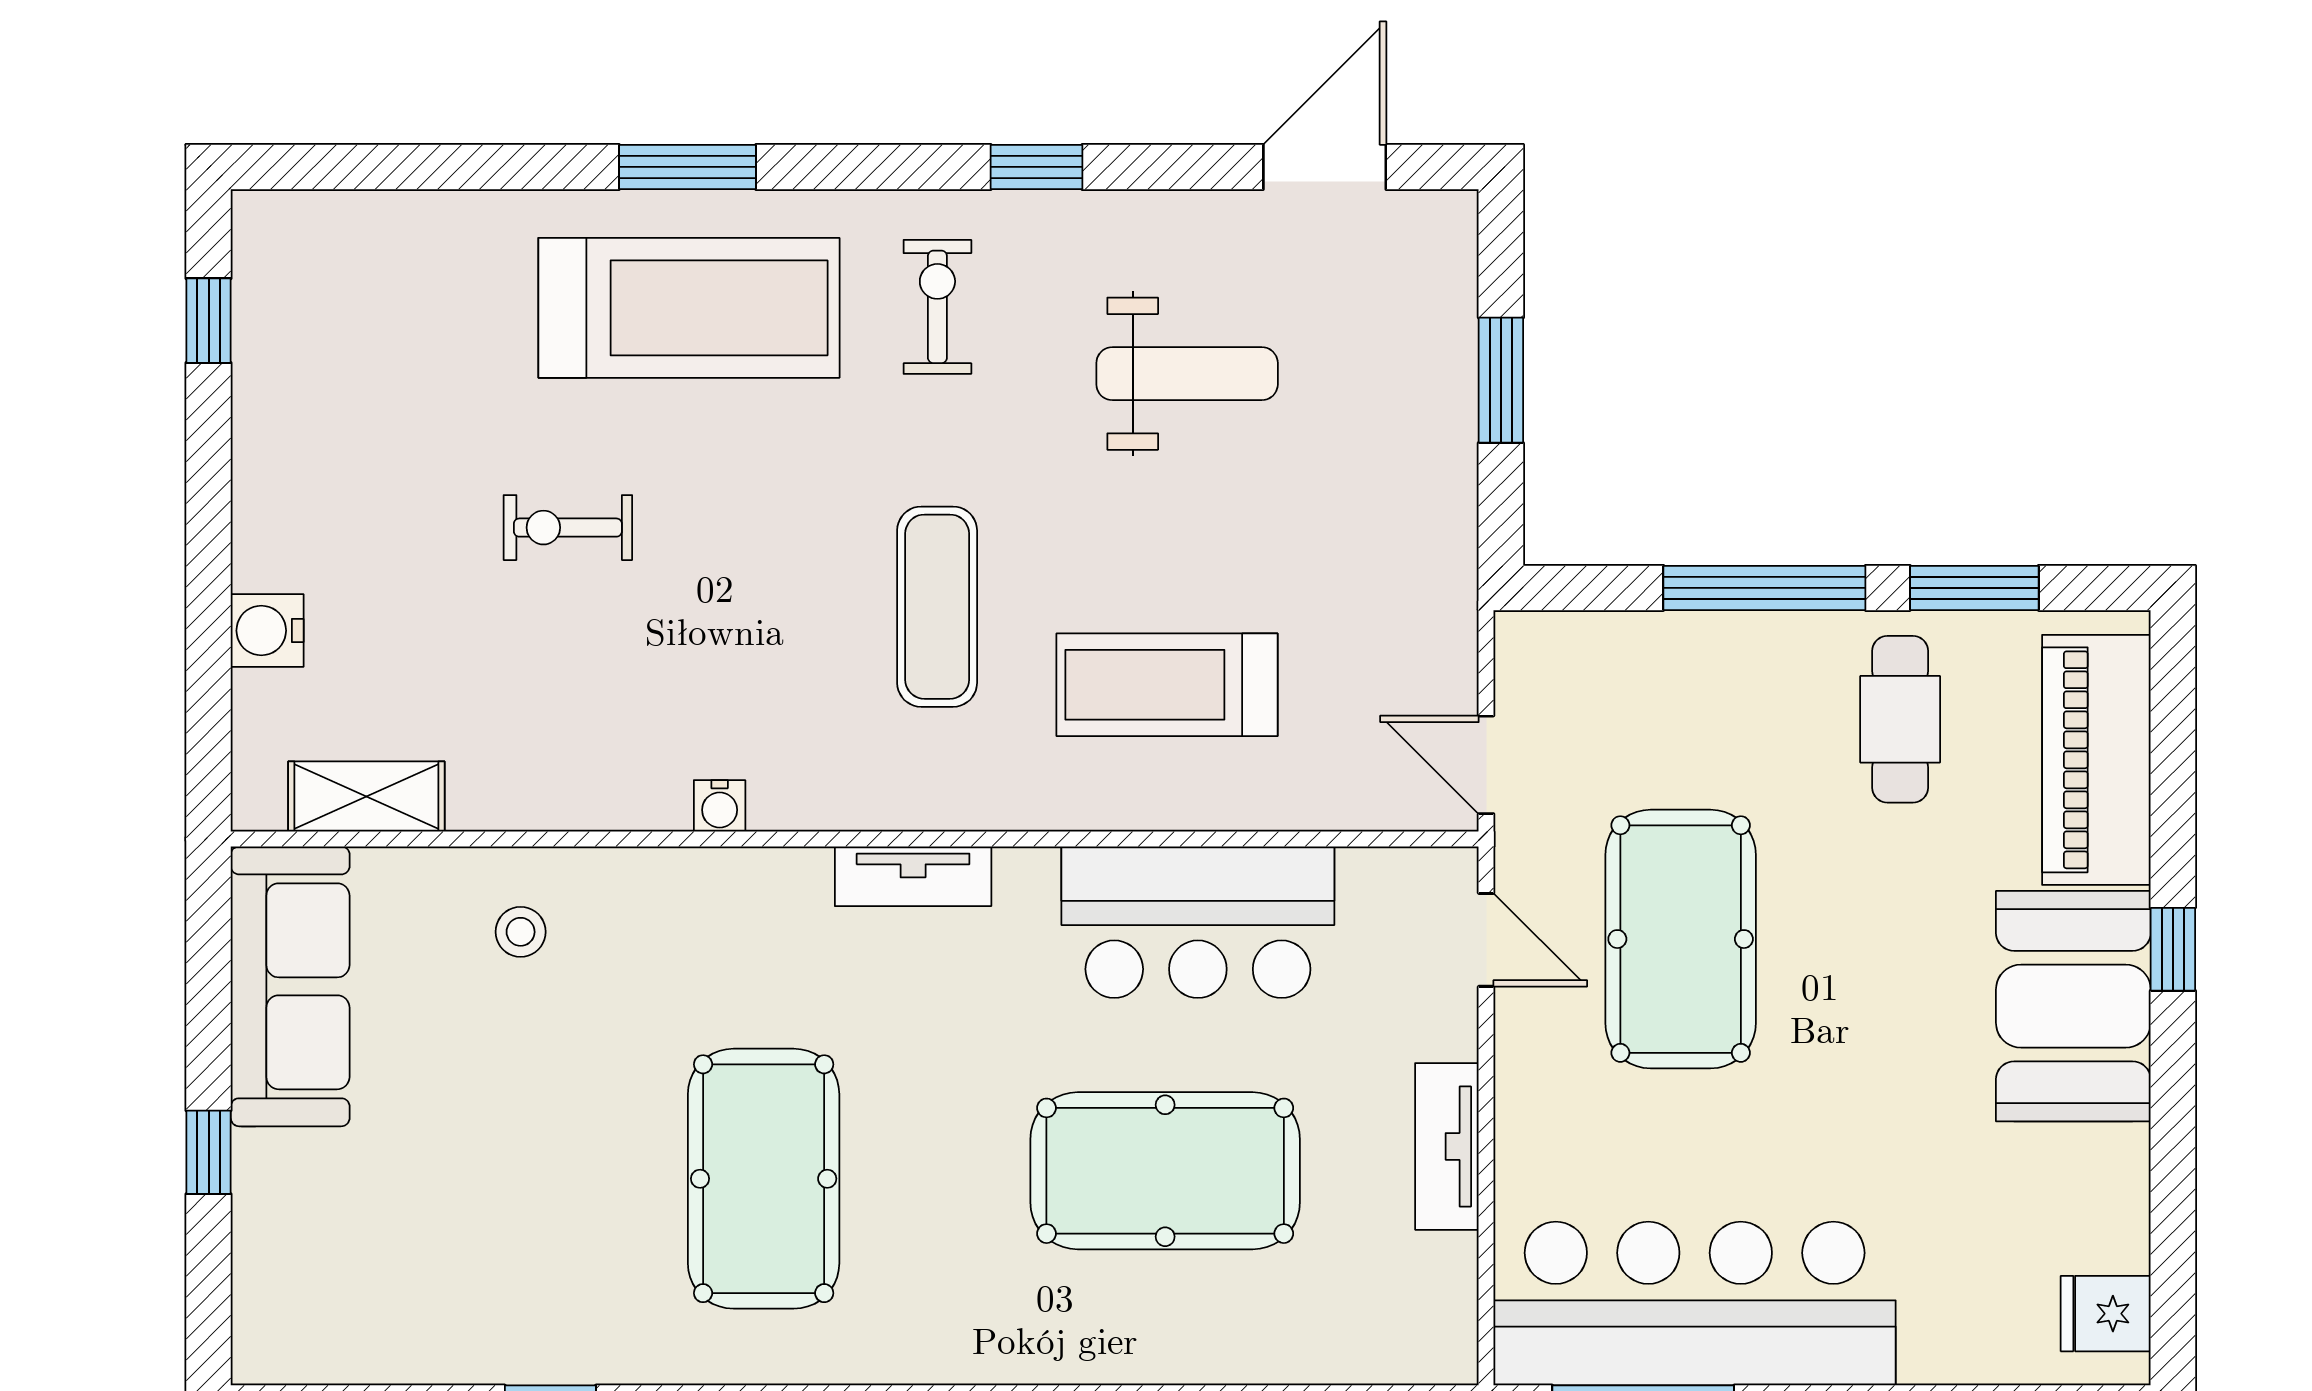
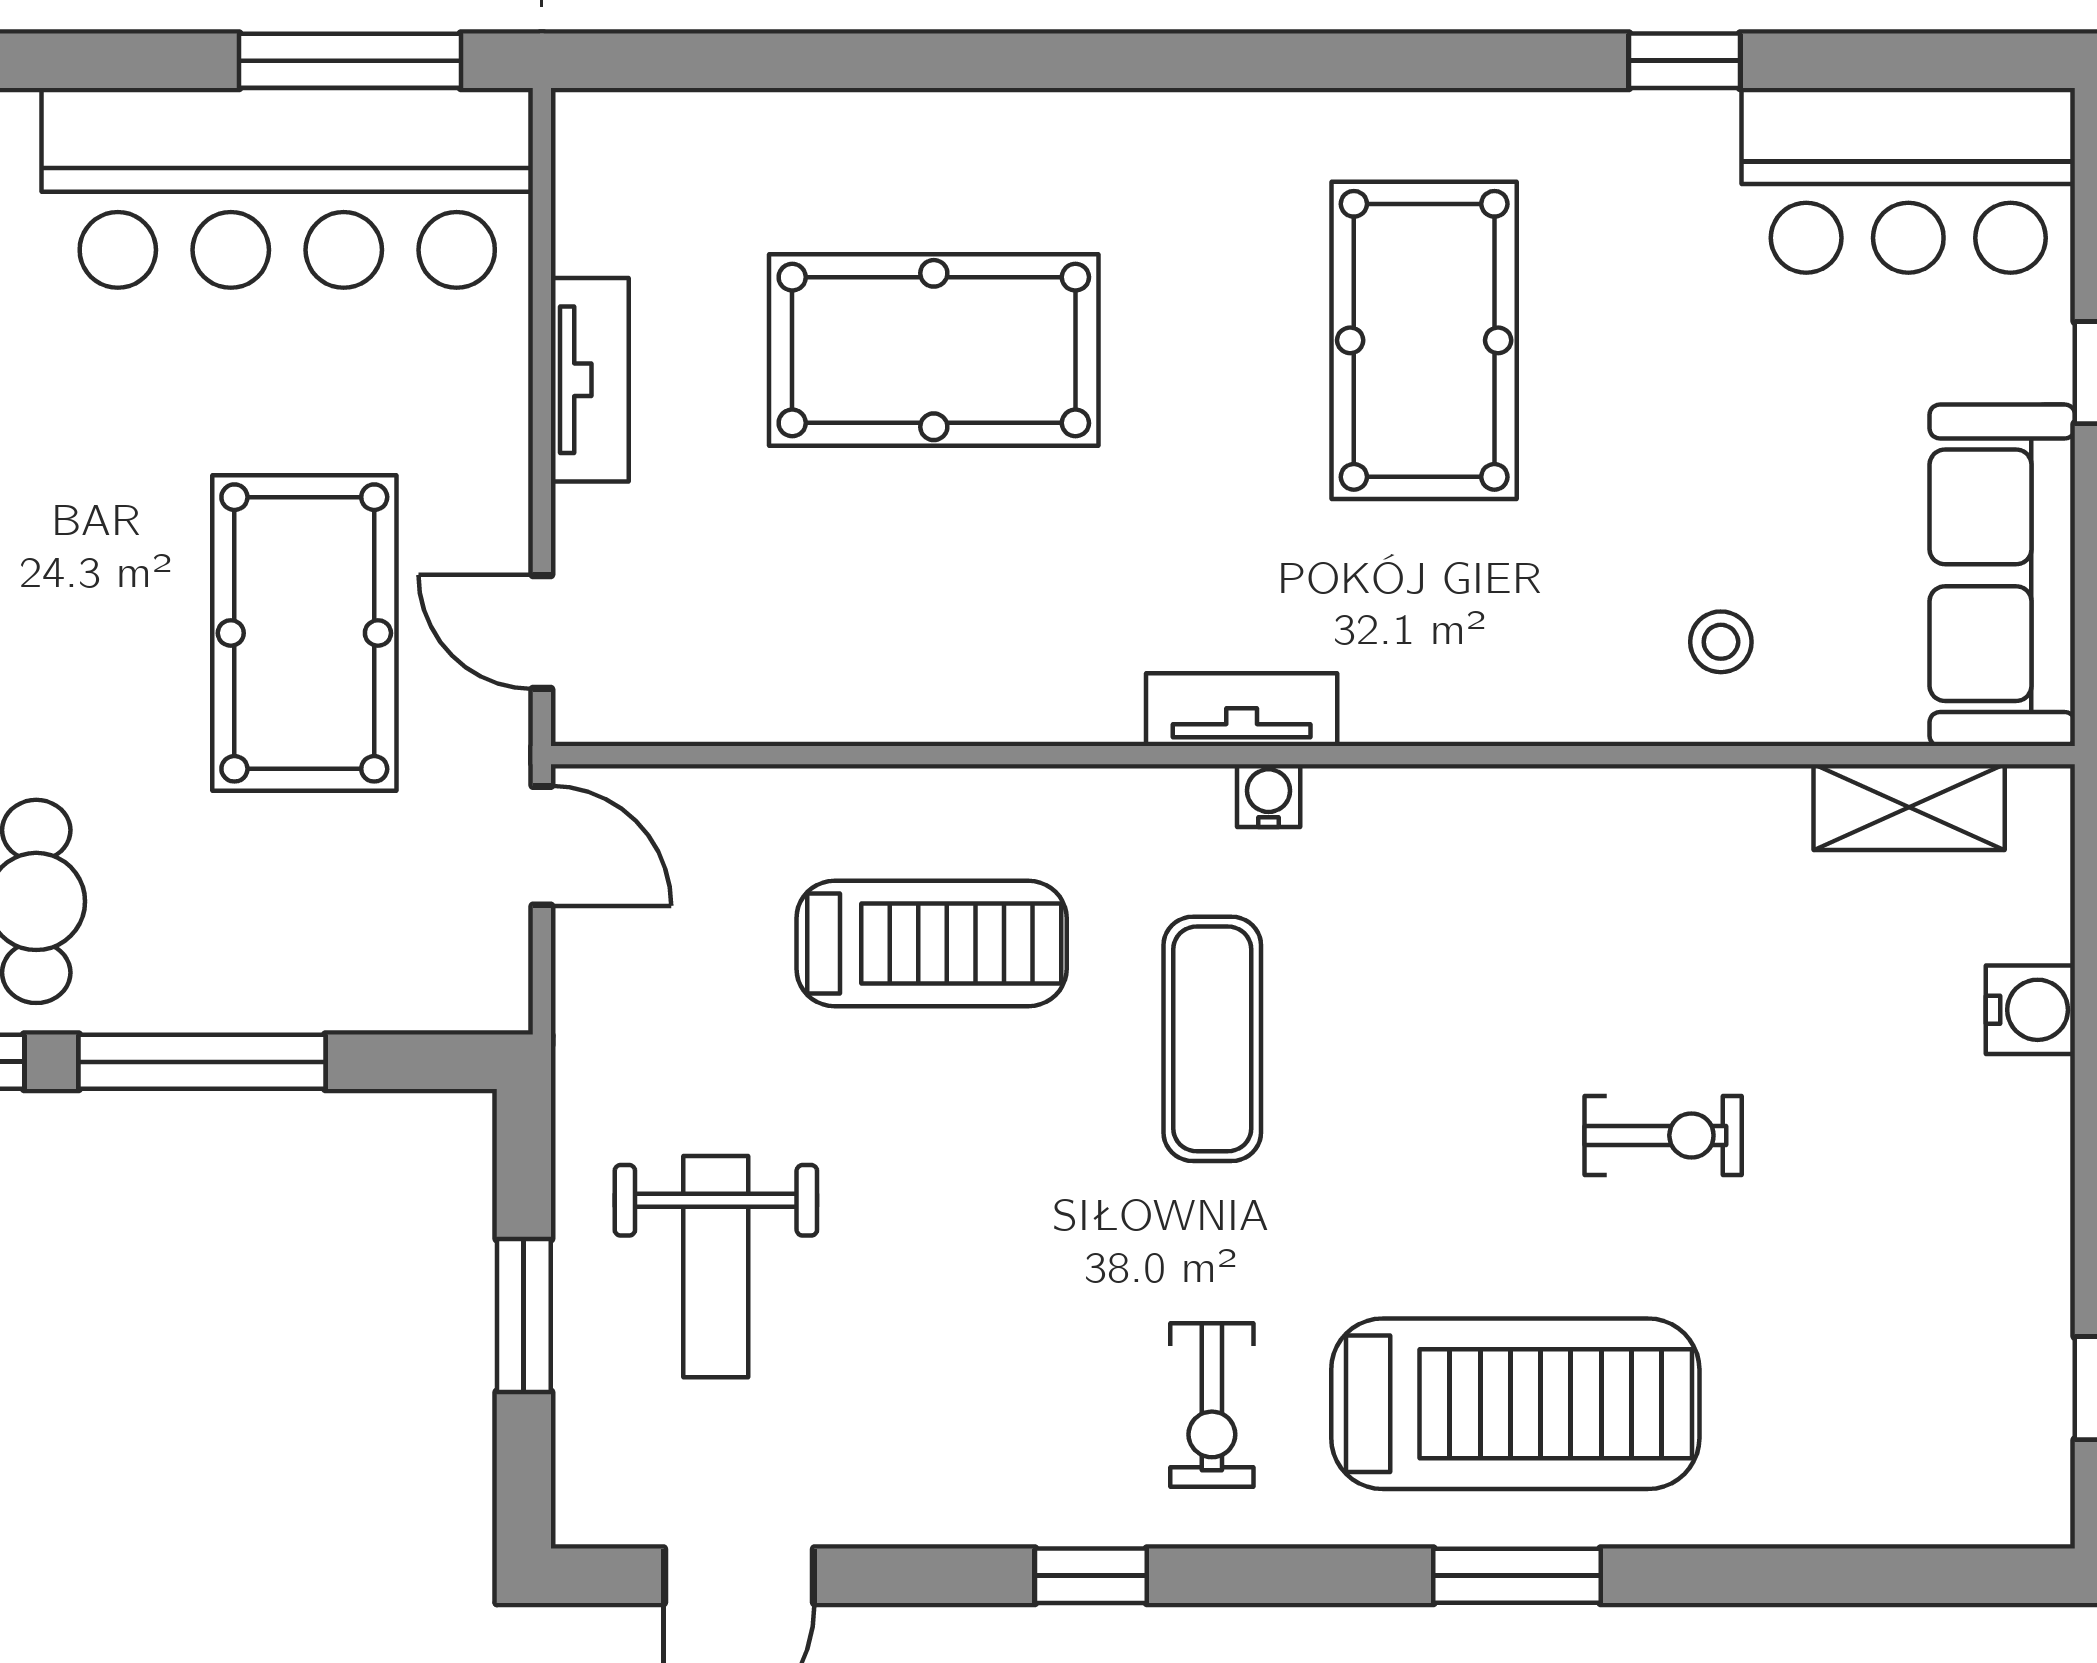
treadmill: (689, 308) -> (1515, 1404), turned 180
weight bench: (1187, 374) -> (716, 1267), moved, turned -90
water cooler: (720, 806) -> (1269, 796), moved
bar counter: (1198, 922) -> (1908, 180), moved, turned 180

